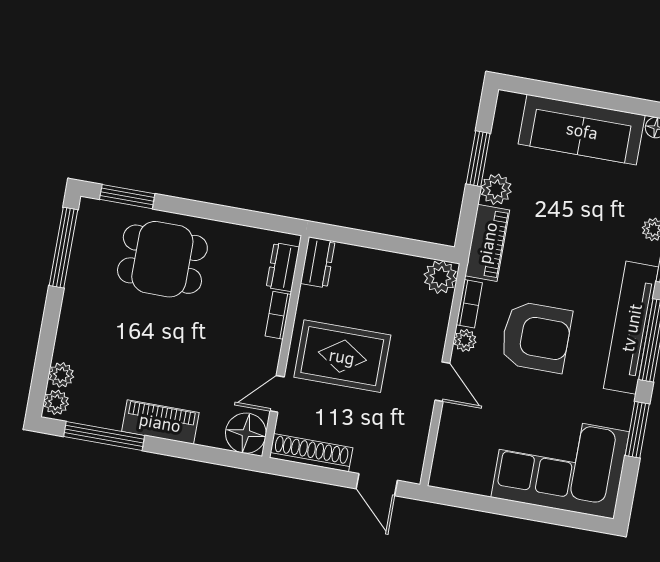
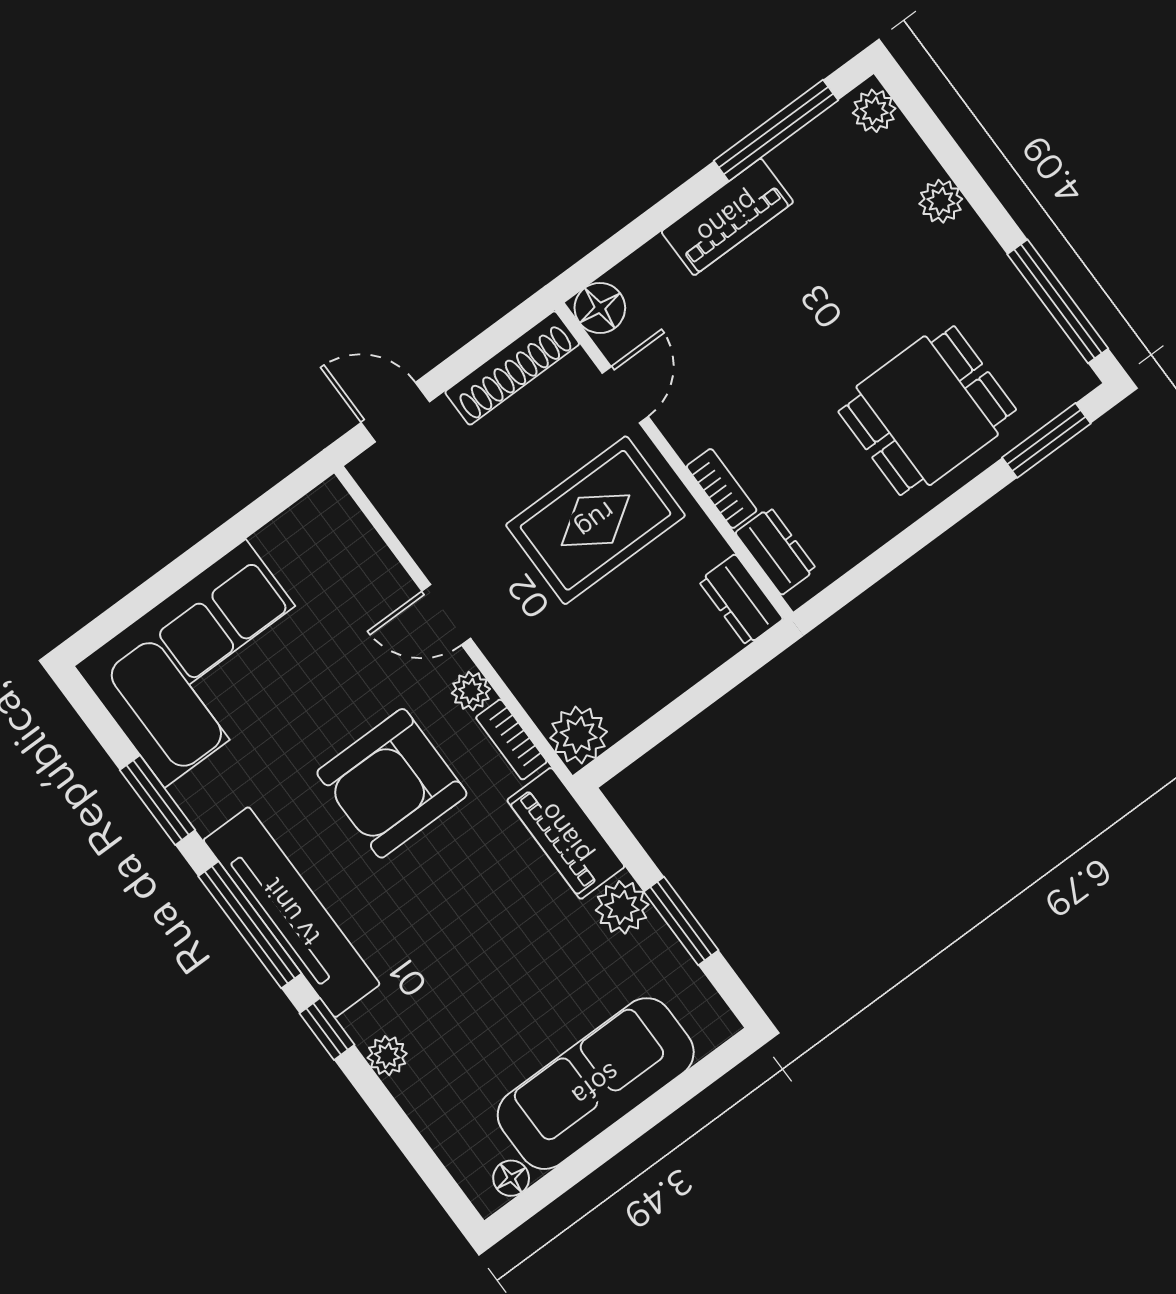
plant: (61, 375) -> (941, 201), moved
floor lamp: (246, 433) -> (600, 308), width x0.73, depth x0.73

